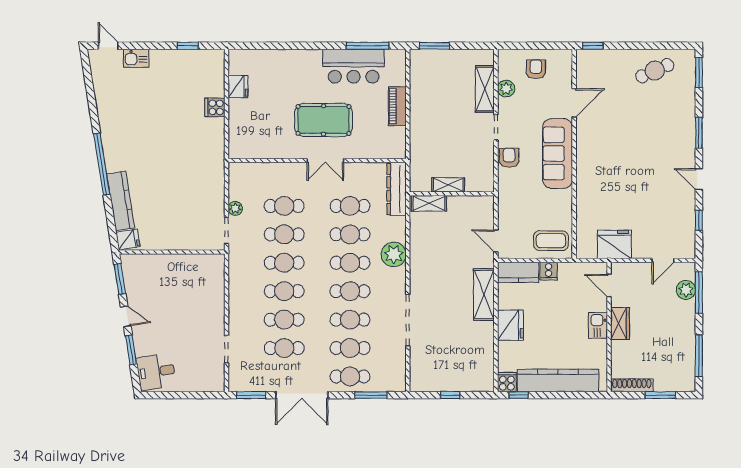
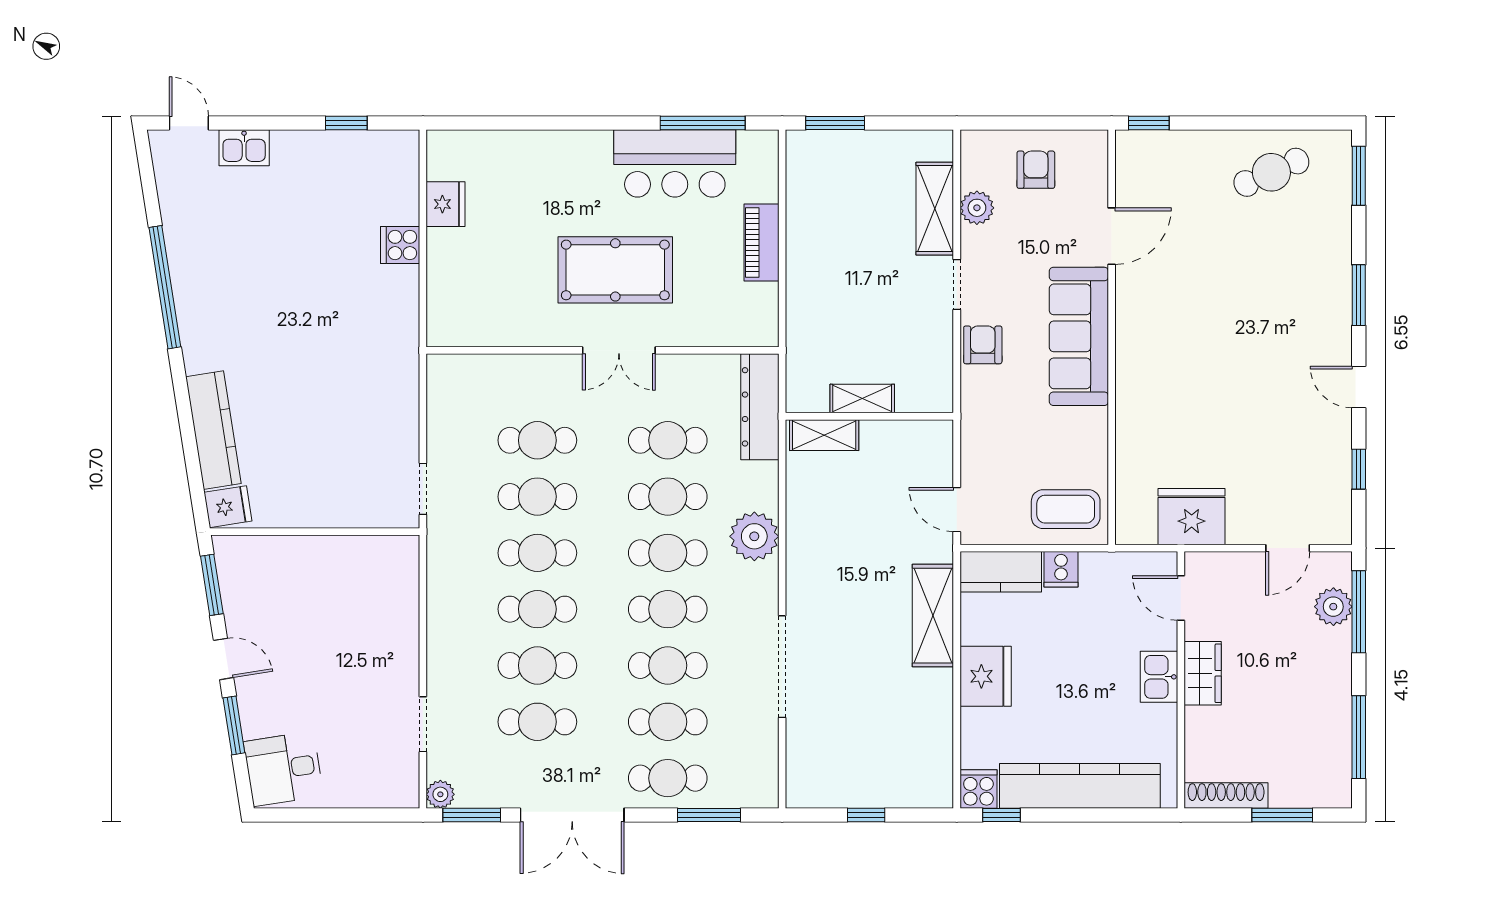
window: (102, 164) -> (165, 287), moved
plant: (235, 208) -> (440, 794), moved

